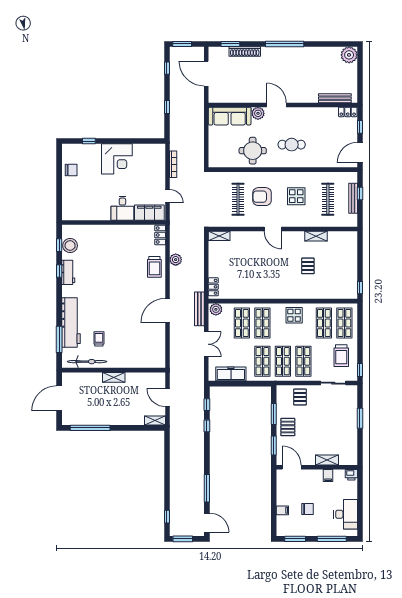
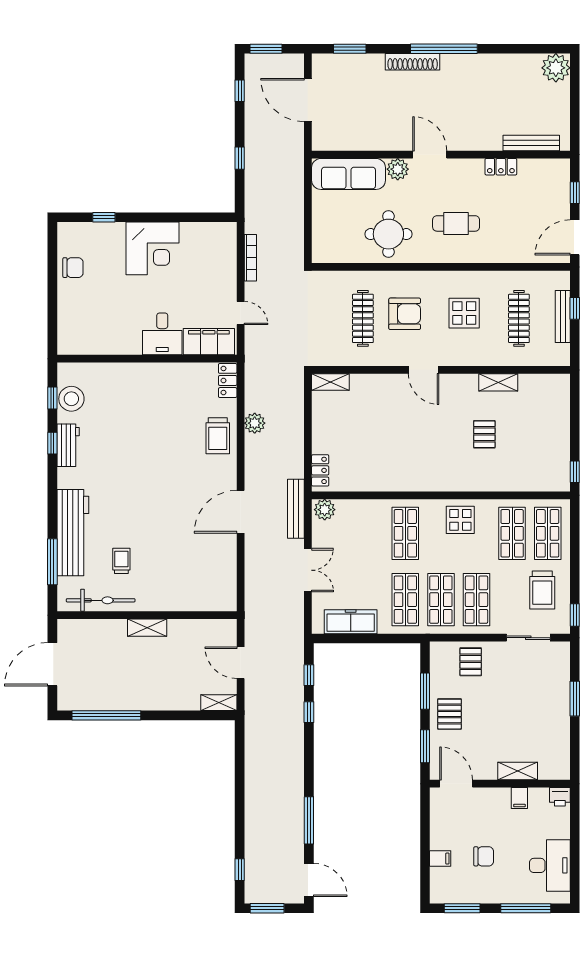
shoe rack: (245, 52) -> (413, 62), moved
locker: (348, 112) -> (501, 167), moved
armchair: (262, 197) -> (405, 314), turned 180
shop shelf: (242, 323) -> (370, 533), removed

